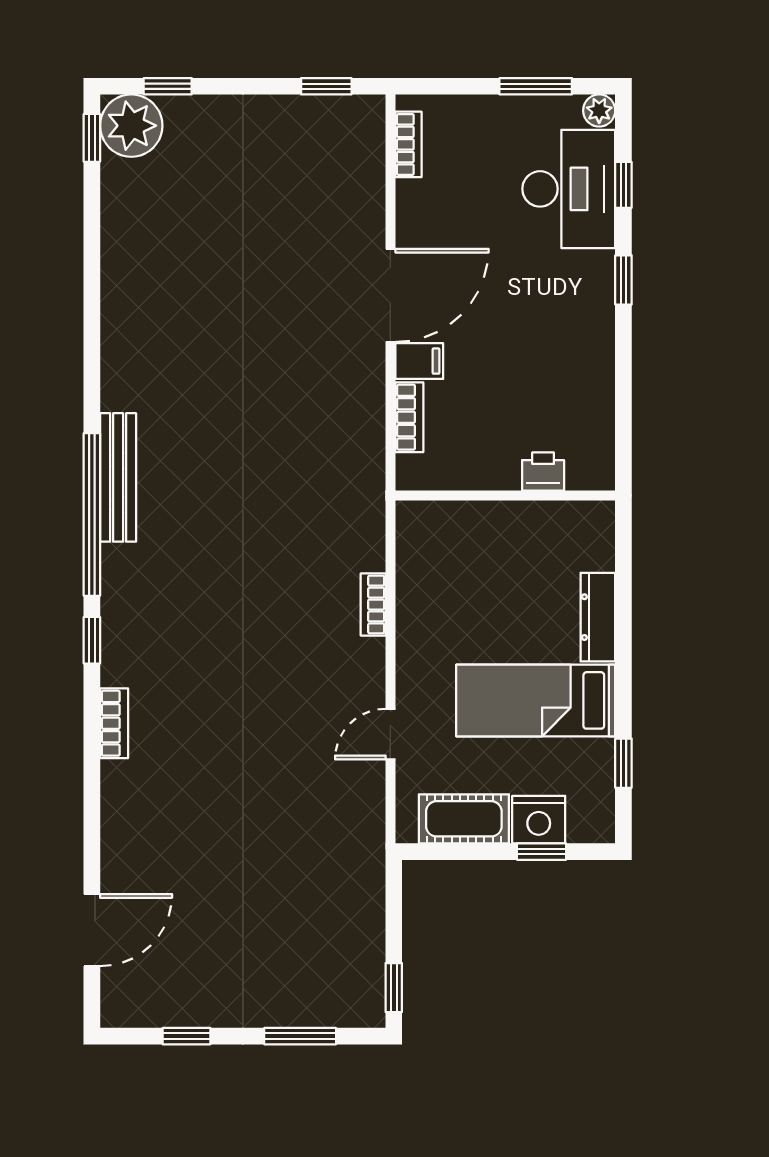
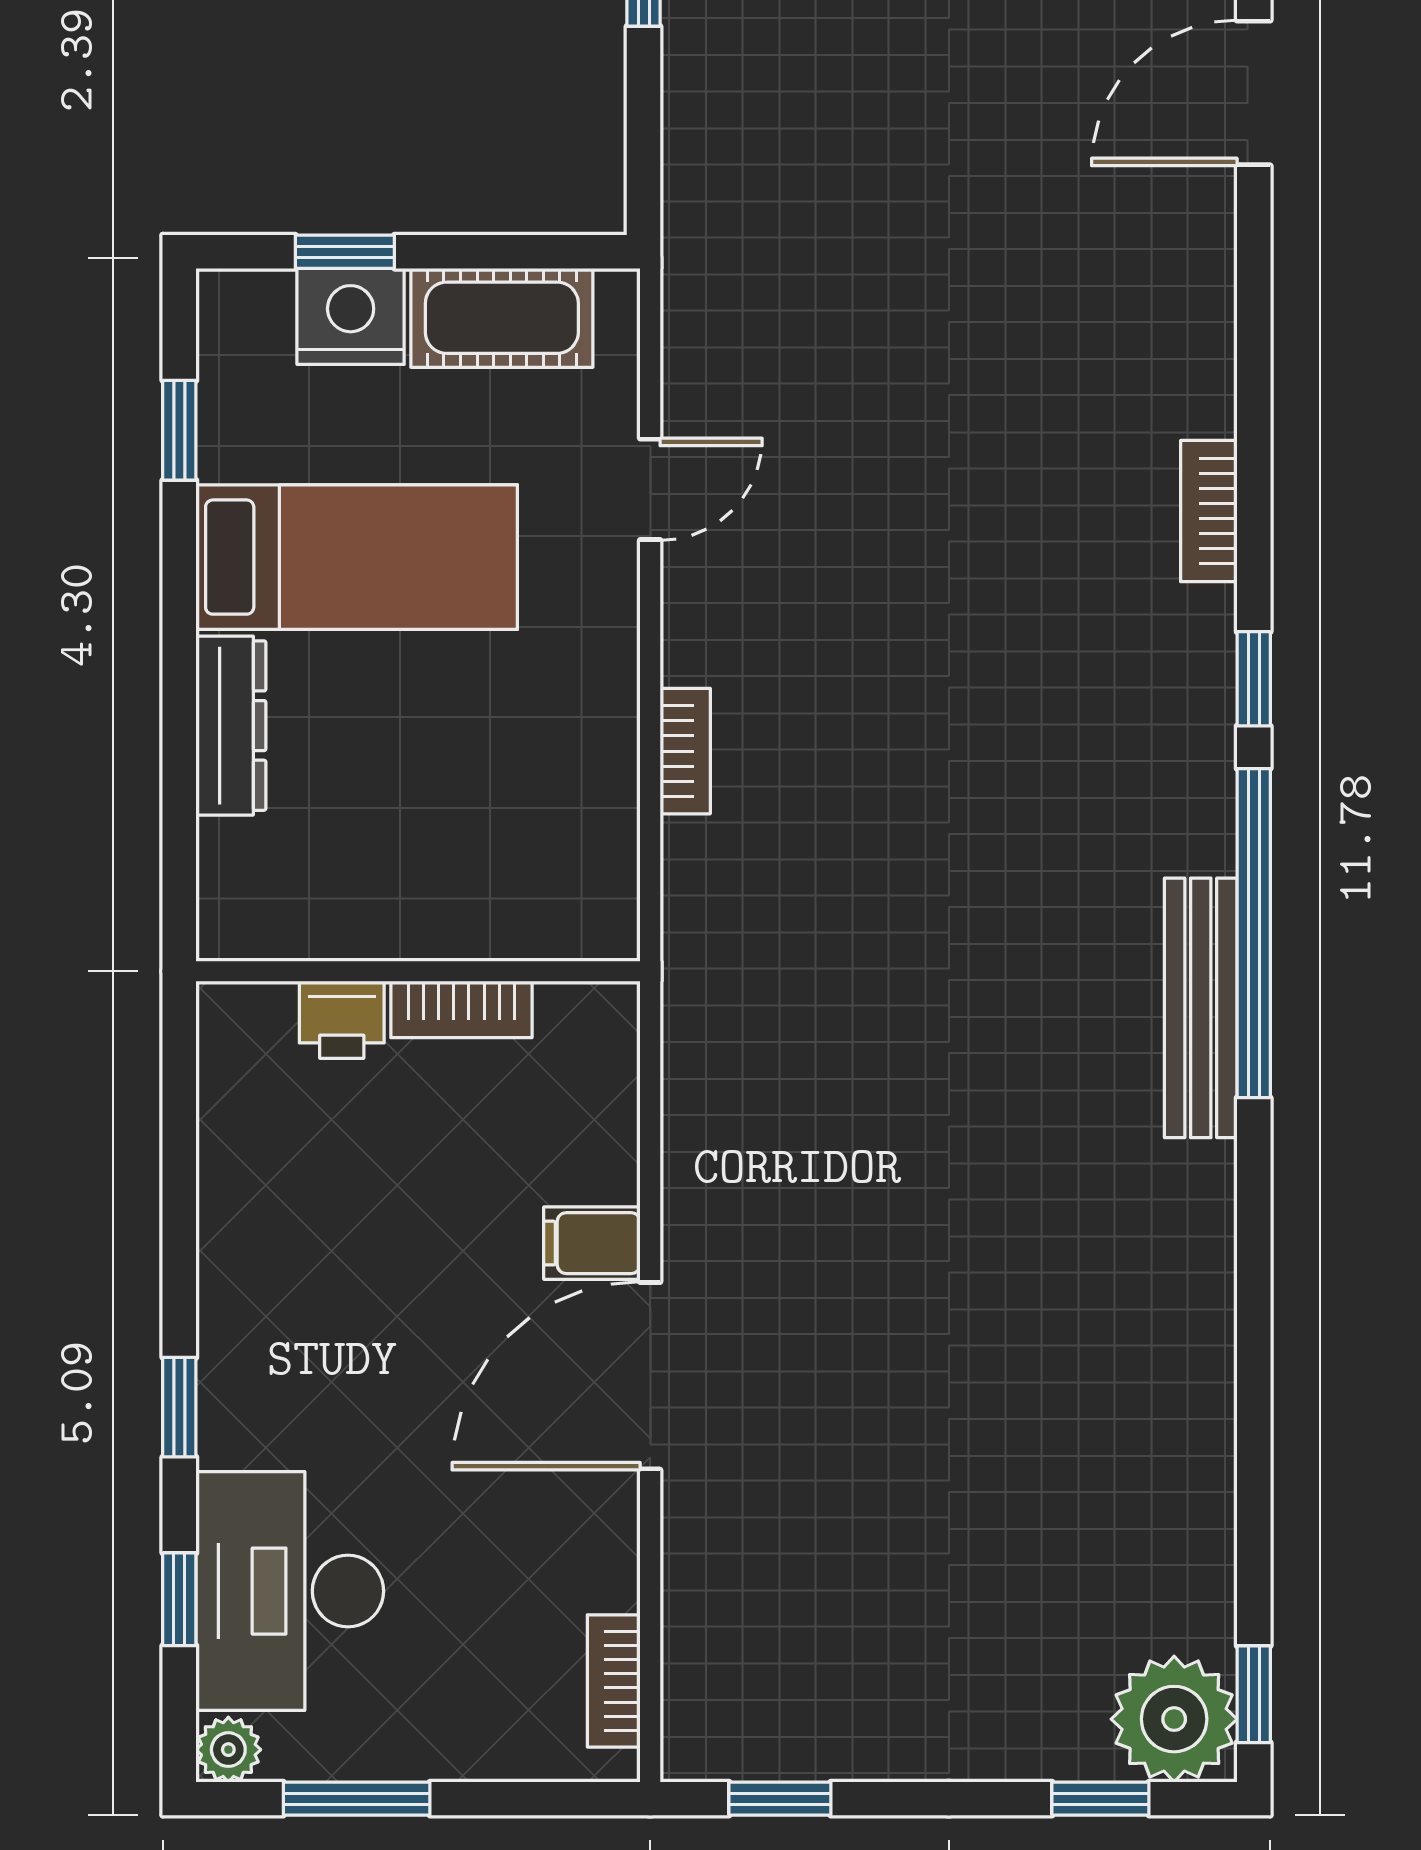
bookcase: (409, 417) -> (461, 1009), moved, turned -90

